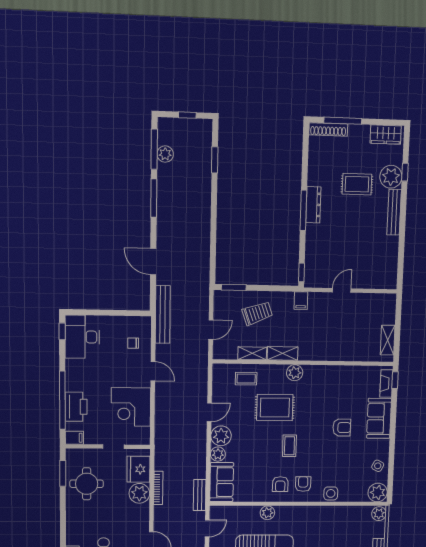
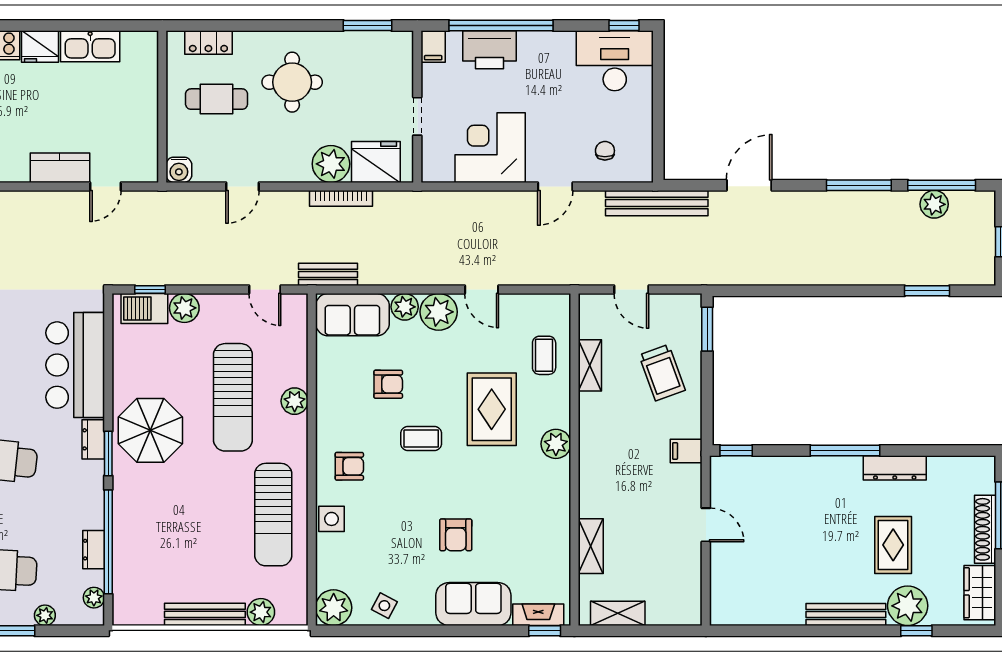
shoe rack: (328, 129) -> (985, 529), moved
dresser: (313, 205) -> (895, 468), moved
shelving: (283, 353) -> (591, 546), moved
round table: (87, 484) -> (292, 82), moved
armchair: (280, 484) -> (388, 384), moved, turned 180
plant: (379, 514) -> (261, 612), moved
sun lounger: (327, 524) -> (273, 515), added

